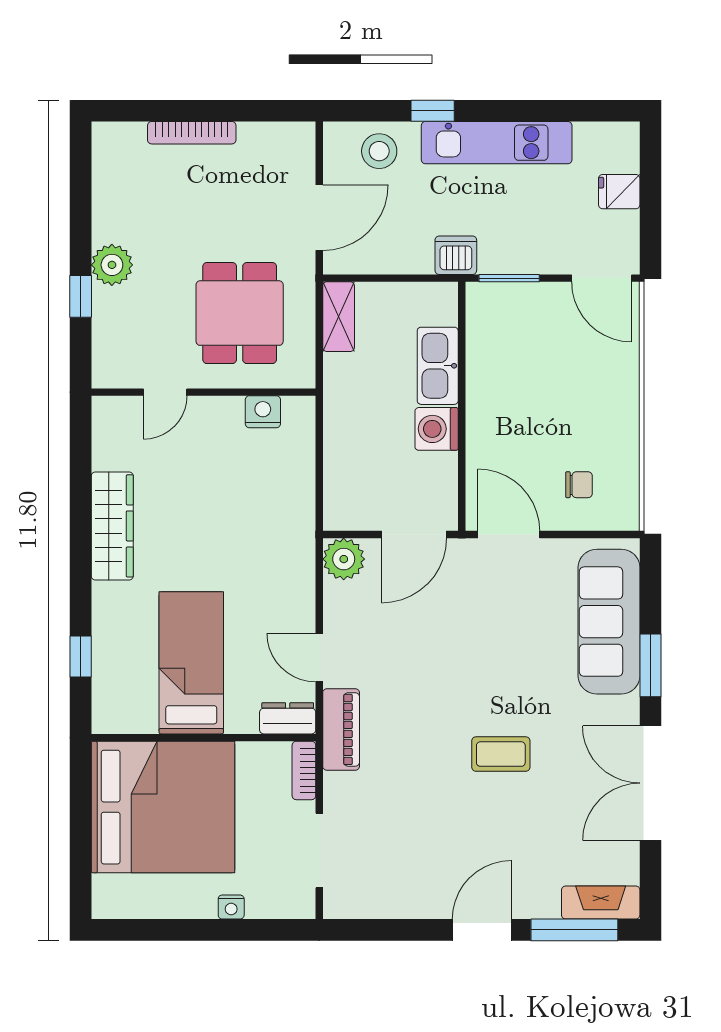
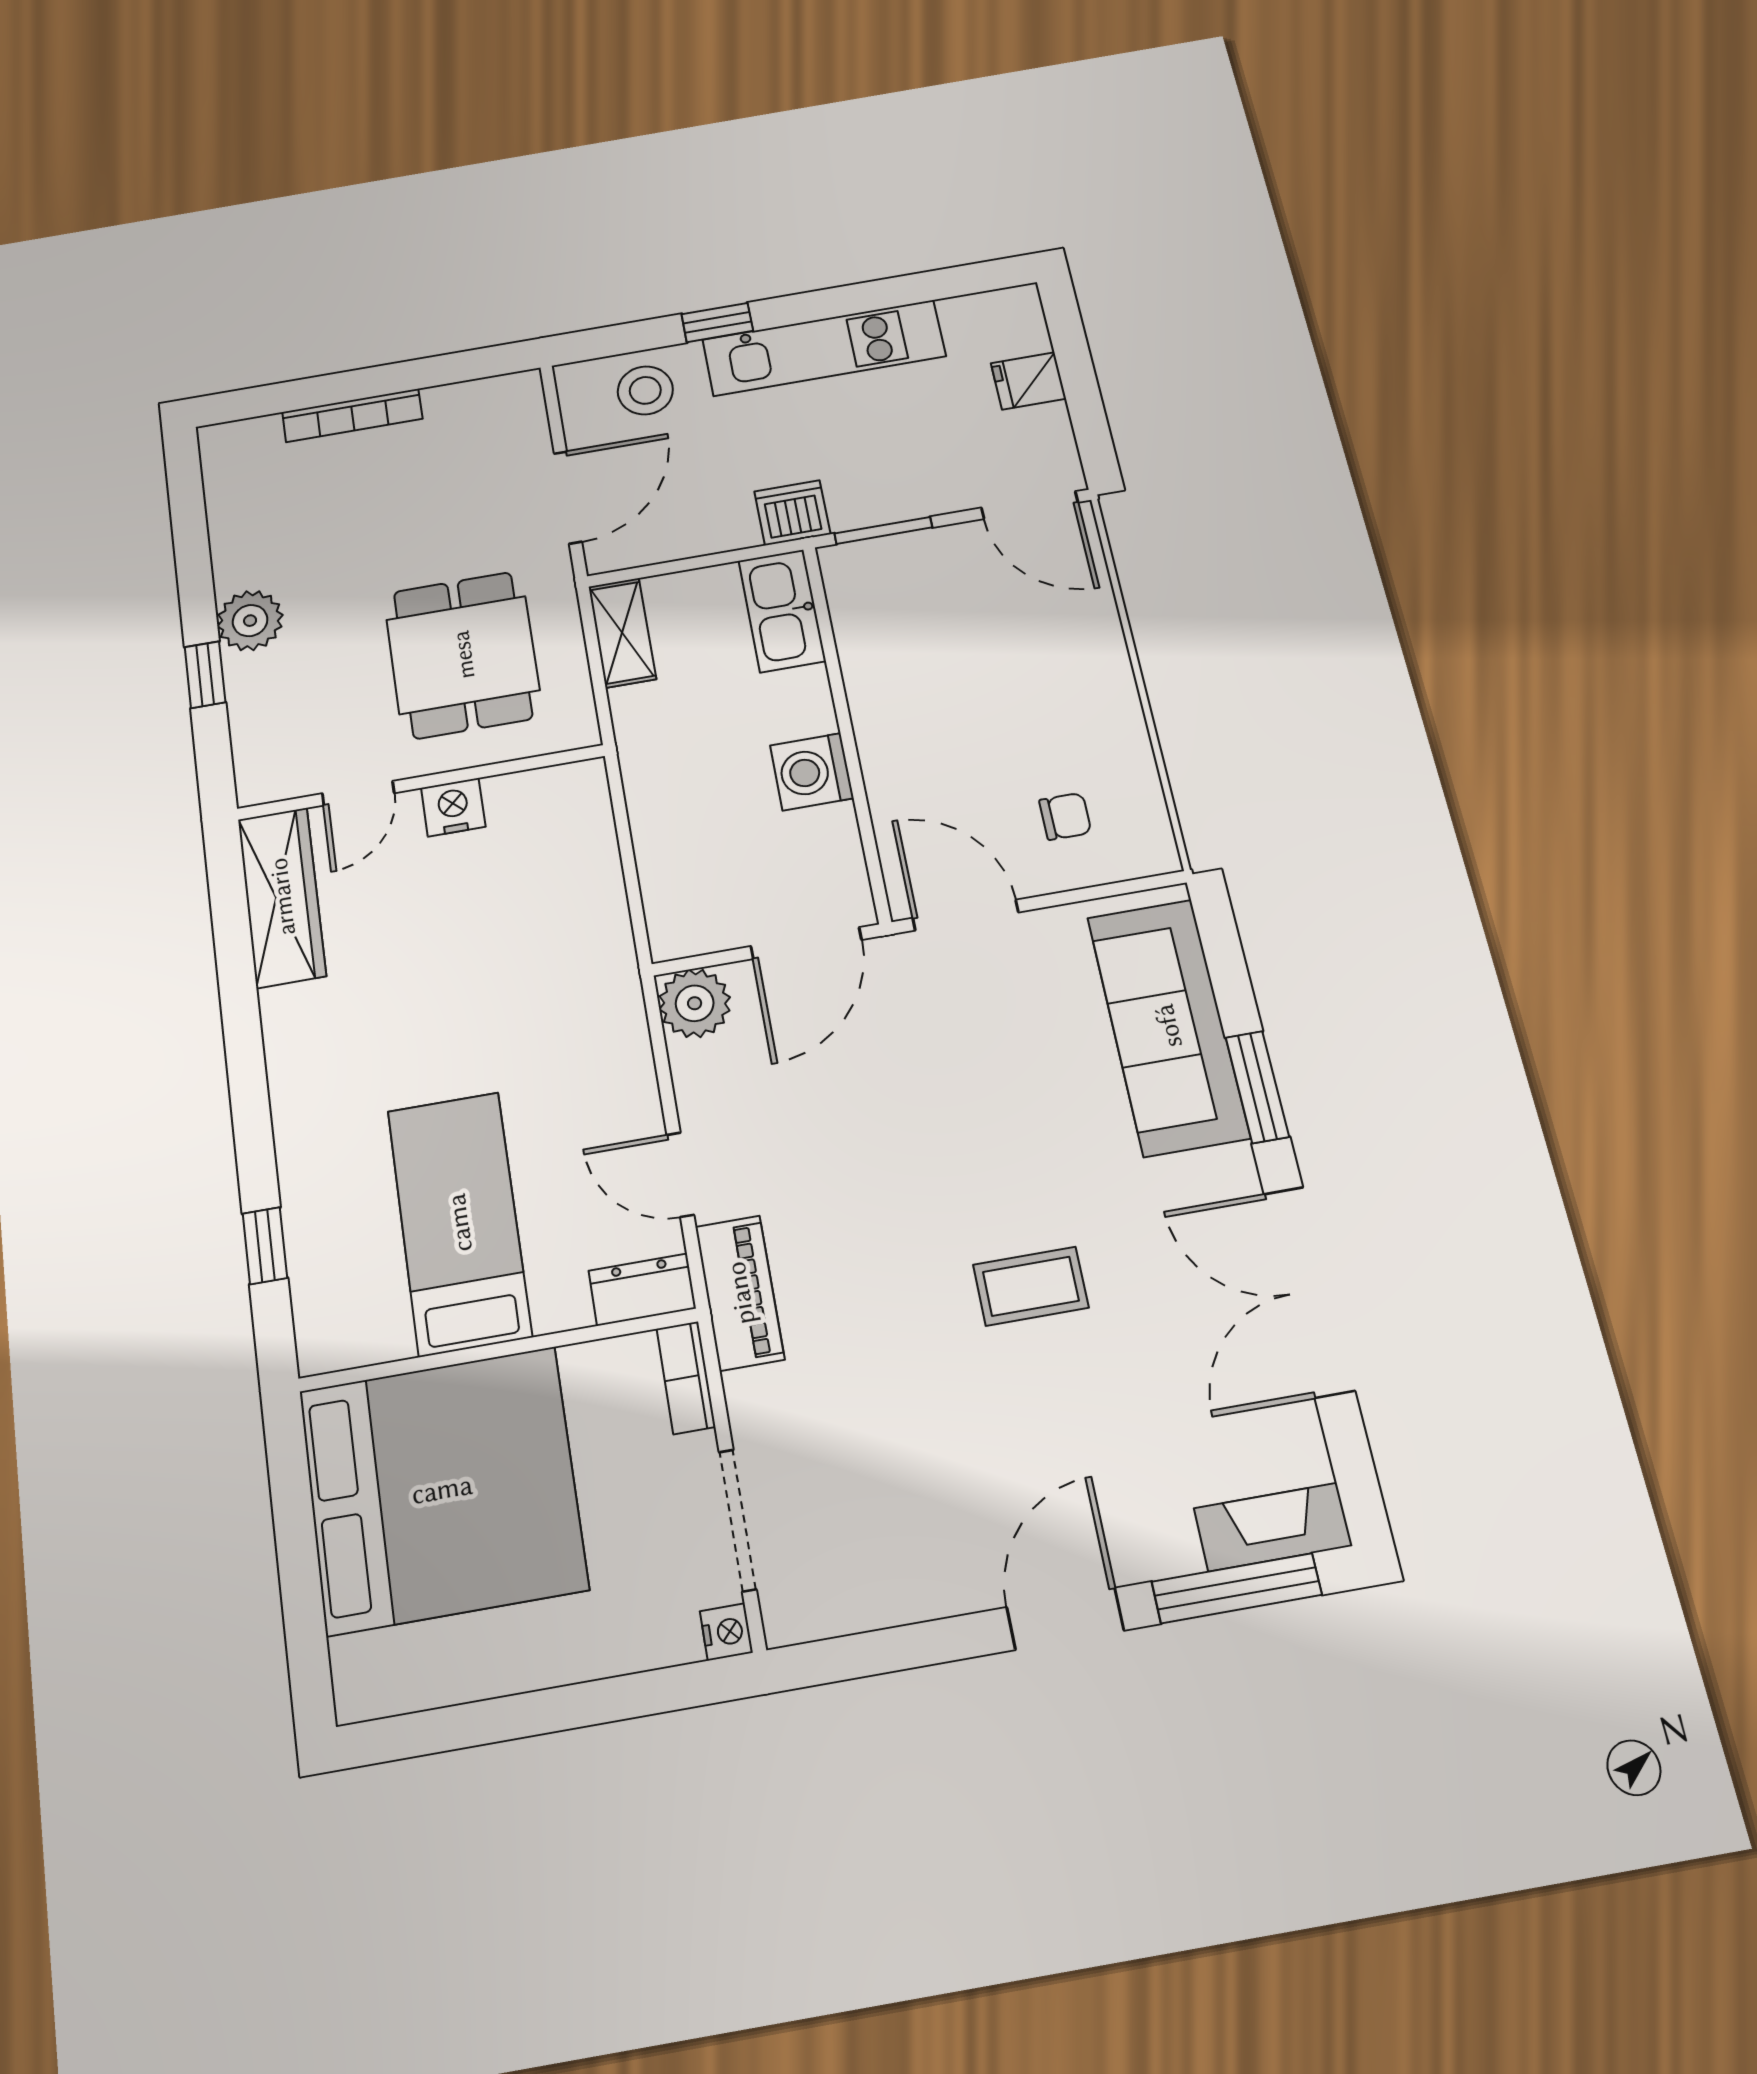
kitchen sink: (438, 366) -> (782, 611), moved
nightstand: (263, 412) -> (453, 807), moved
wardrobe: (112, 526) -> (282, 897), moved
nightstand: (231, 907) -> (726, 1632), moved, turned -90

